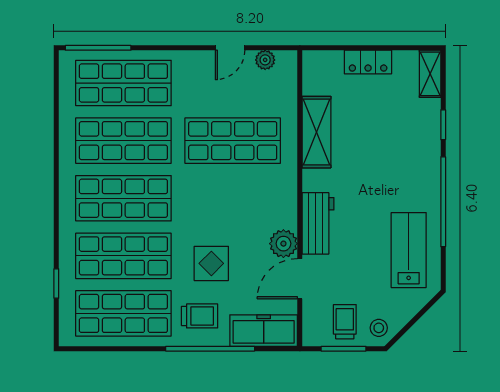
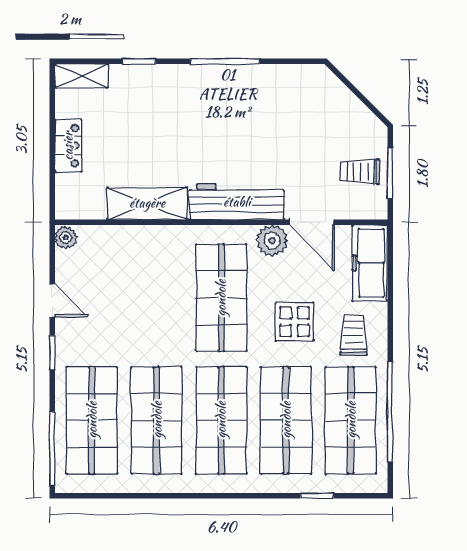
window: (184, 48) -> (52, 353), added
plant: (265, 60) -> (66, 237), moved
shop shelf: (233, 141) -> (221, 298), moved
window: (443, 202) -> (225, 61), width x0.68
workbench: (318, 223) -> (237, 202), width x1.38
lab bench: (409, 250) -> (279, 100), removed
stool: (379, 328) -> (367, 134), removed
window: (210, 349) -> (390, 412), moved

